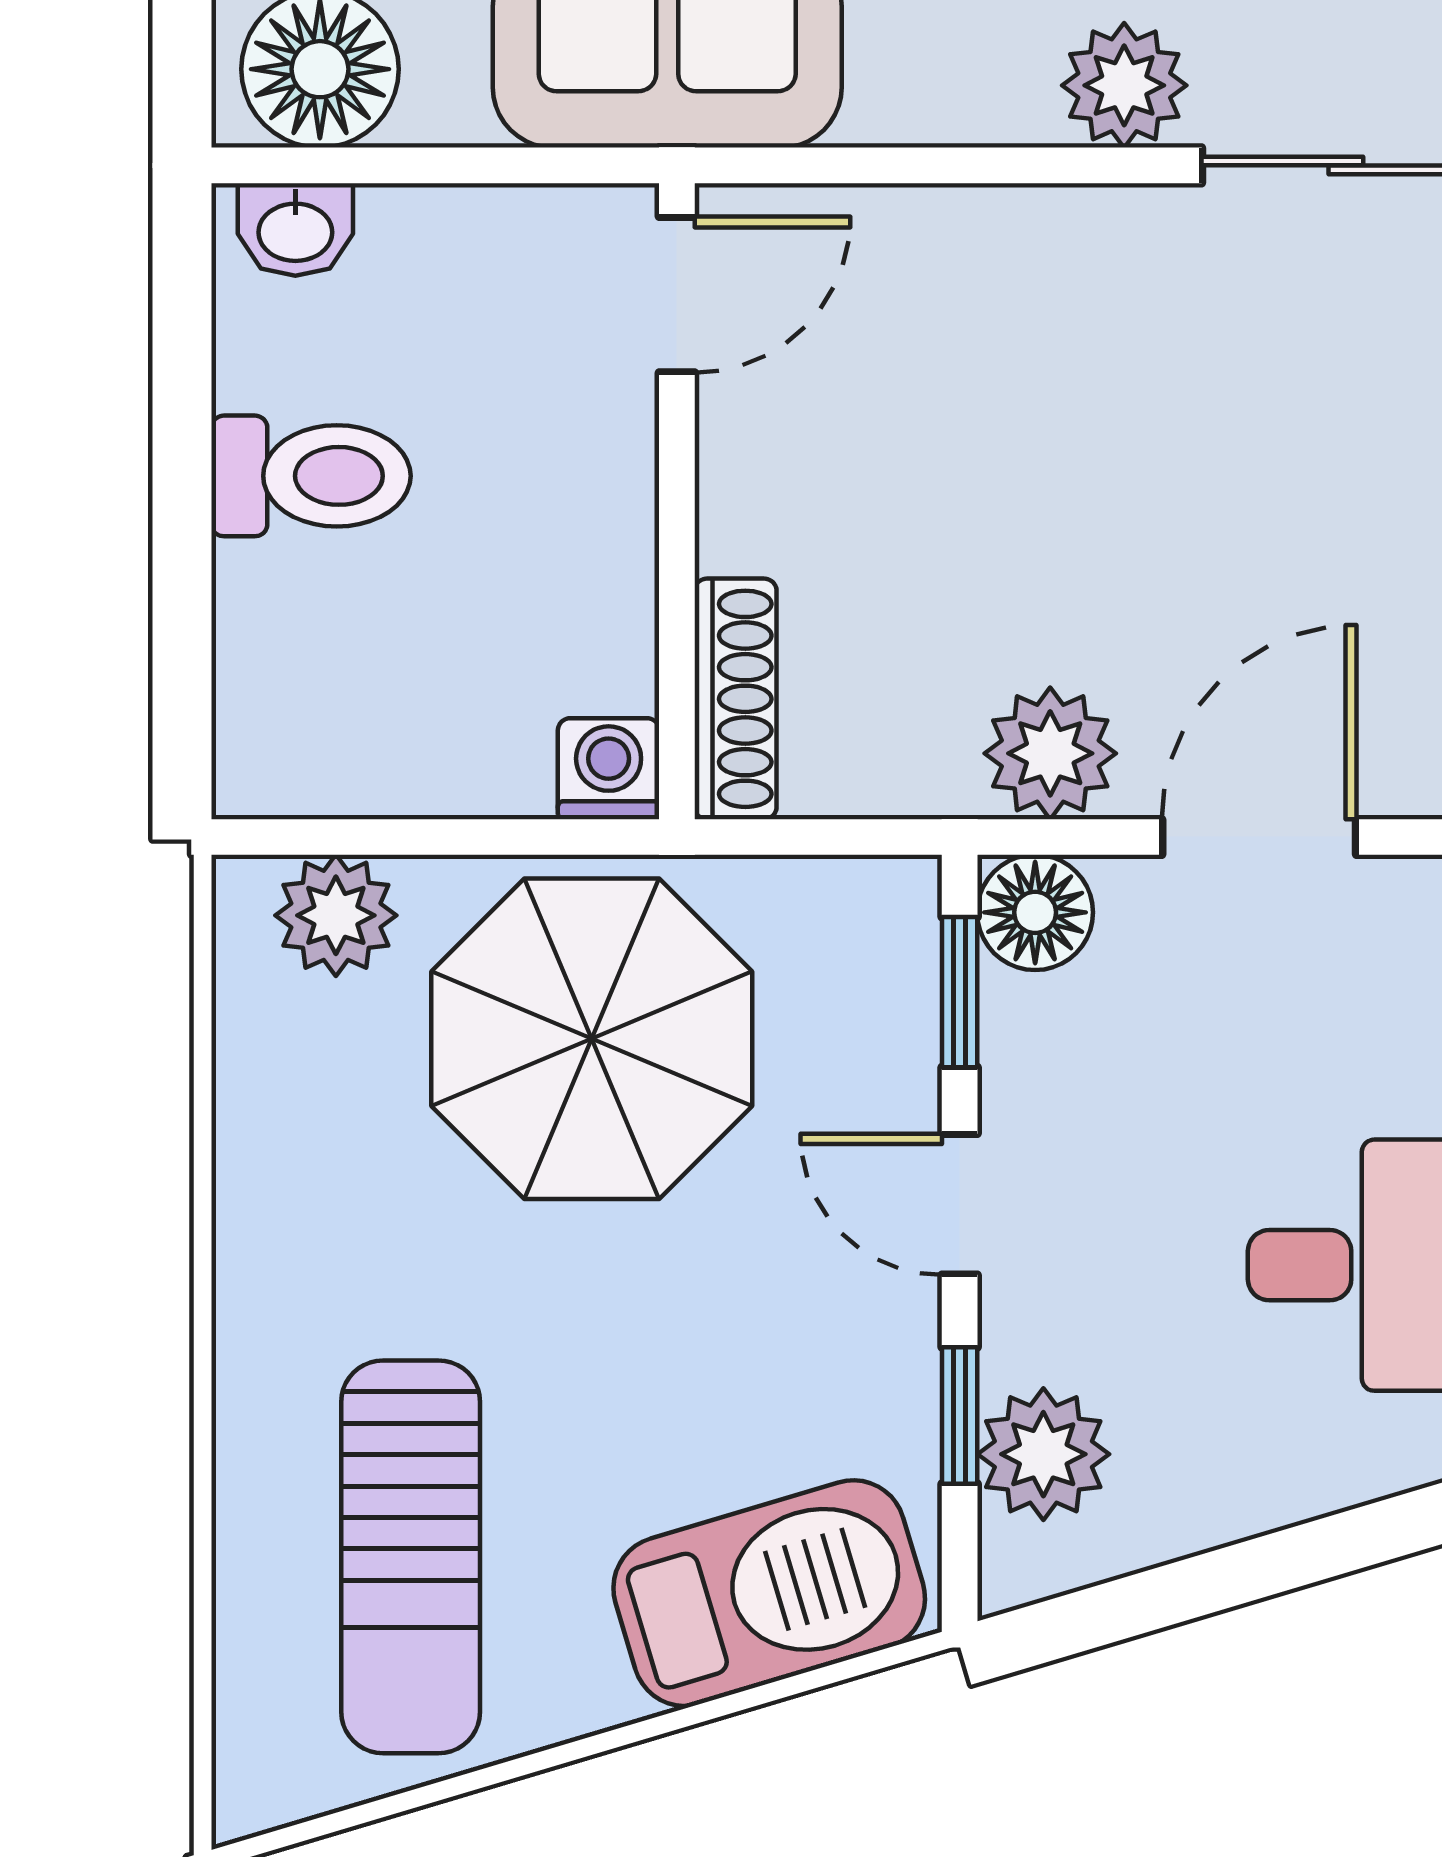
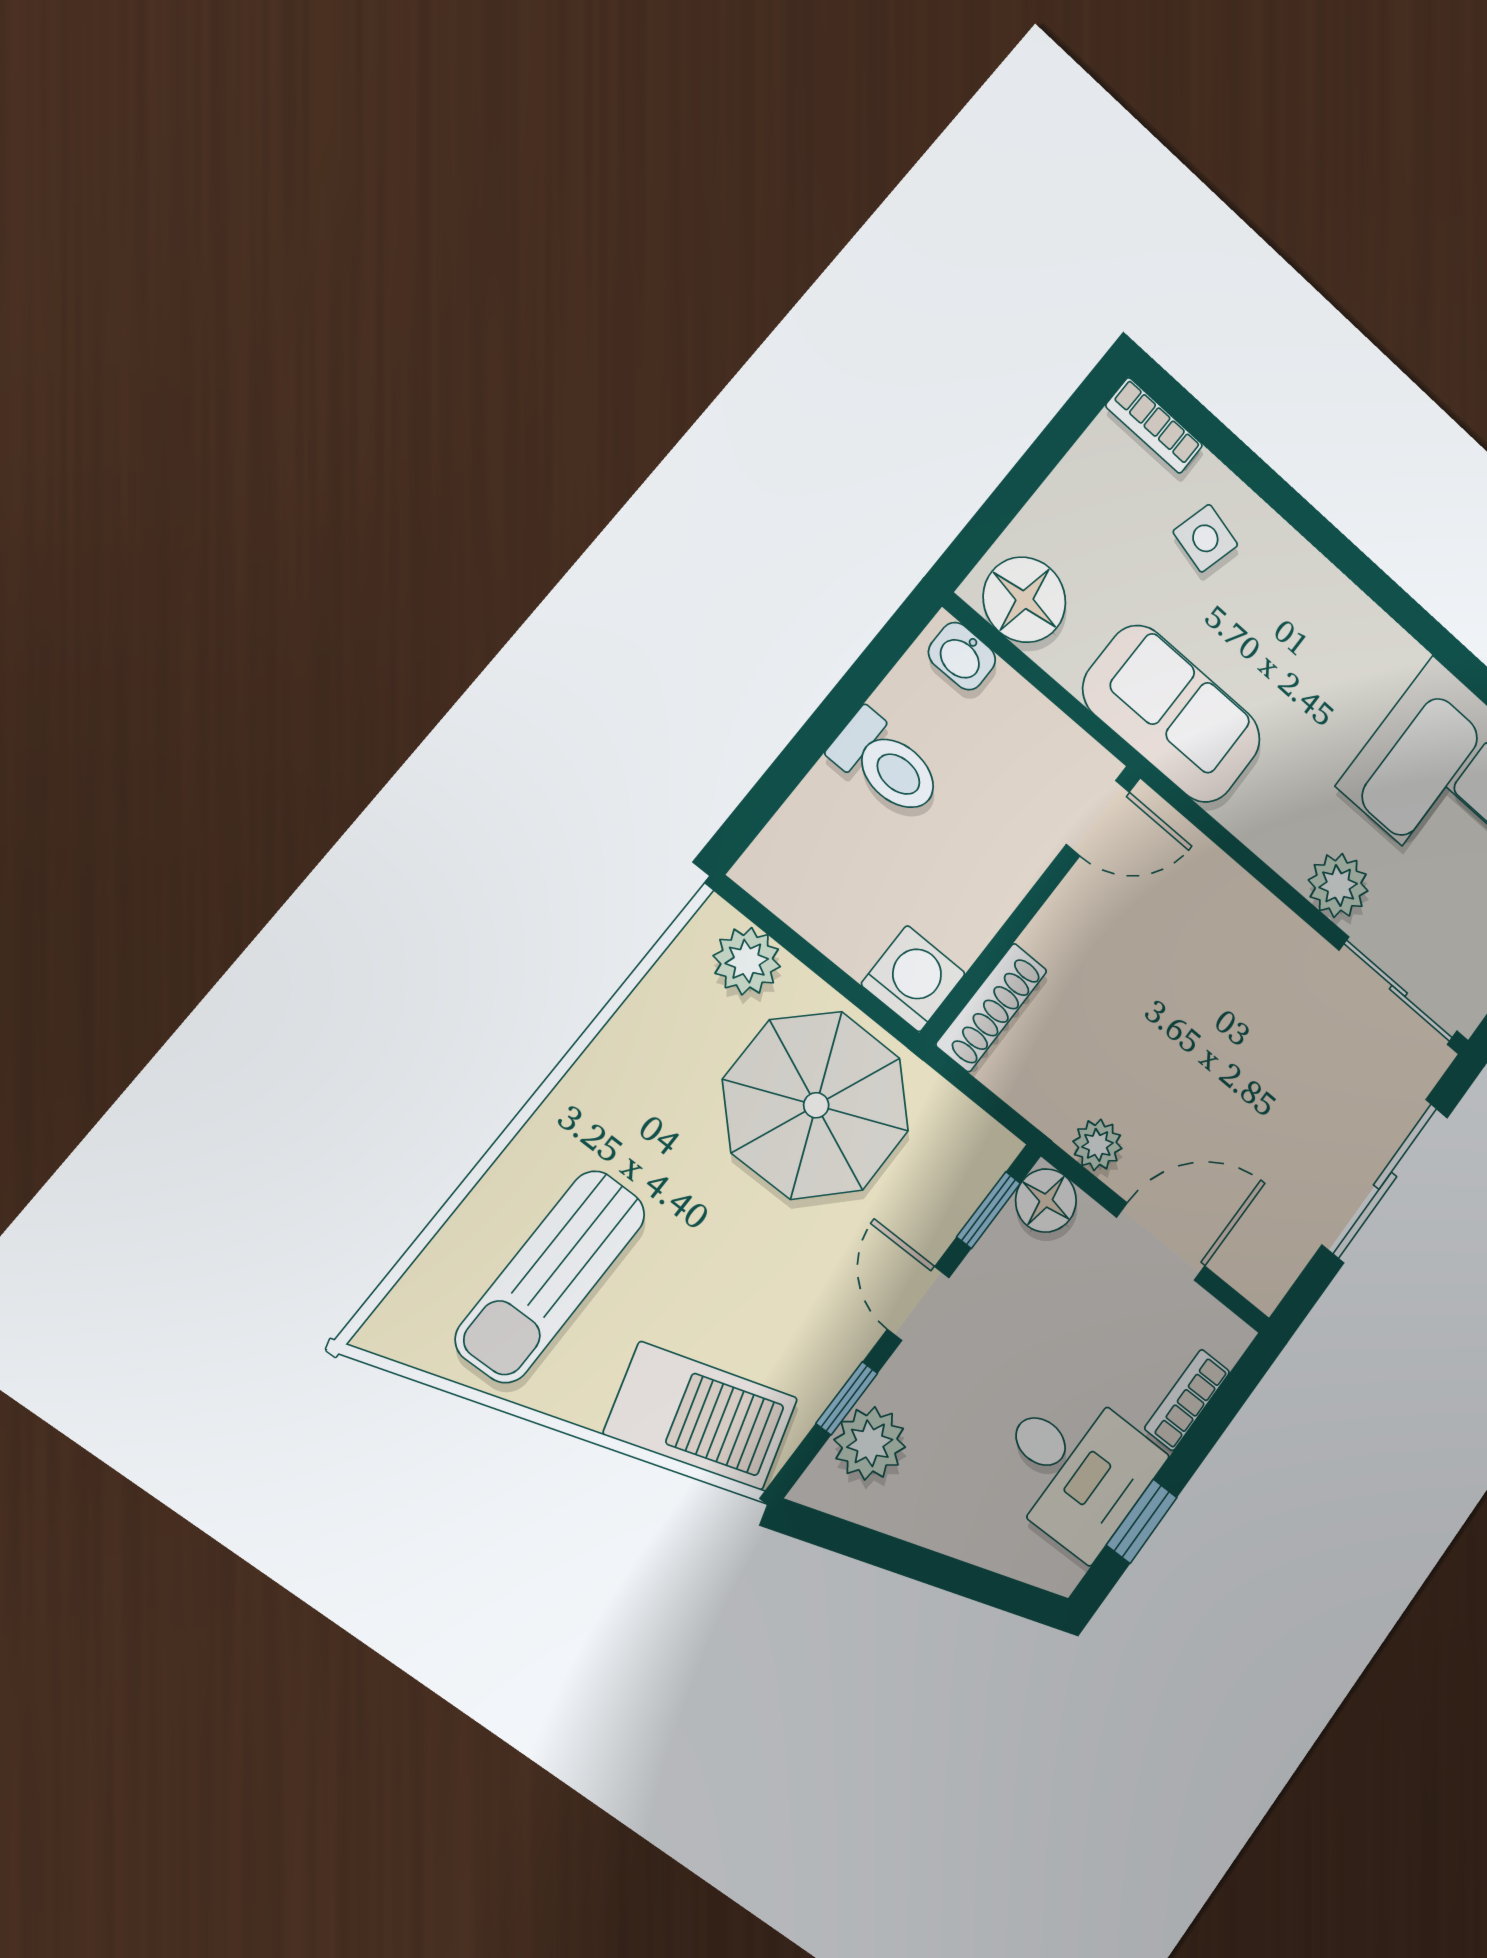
plant: (1050, 753) -> (1097, 1145), width x0.73, depth x0.73
washing machine: (609, 769) -> (913, 979), width x1.38, depth x1.38

